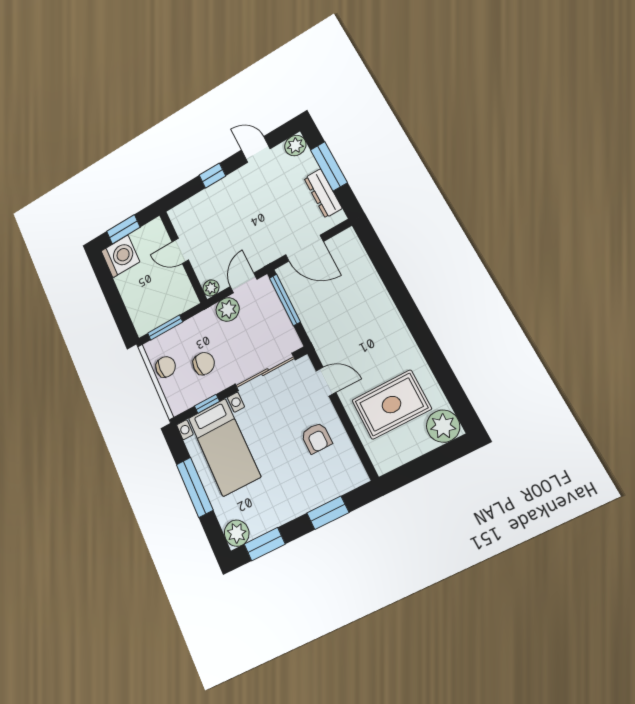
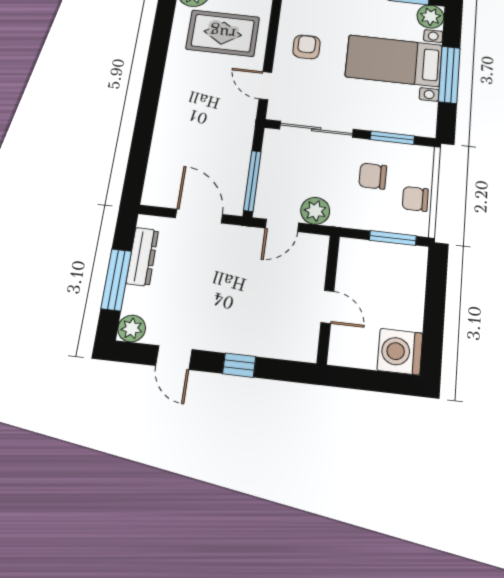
window: (123, 229) -> (379, 381), removed
plant: (211, 288) -> (319, 244), removed
window: (207, 404) -> (392, 138), width x1.50
bed with nightstands: (224, 447) -> (394, 61), moved, turned -90

